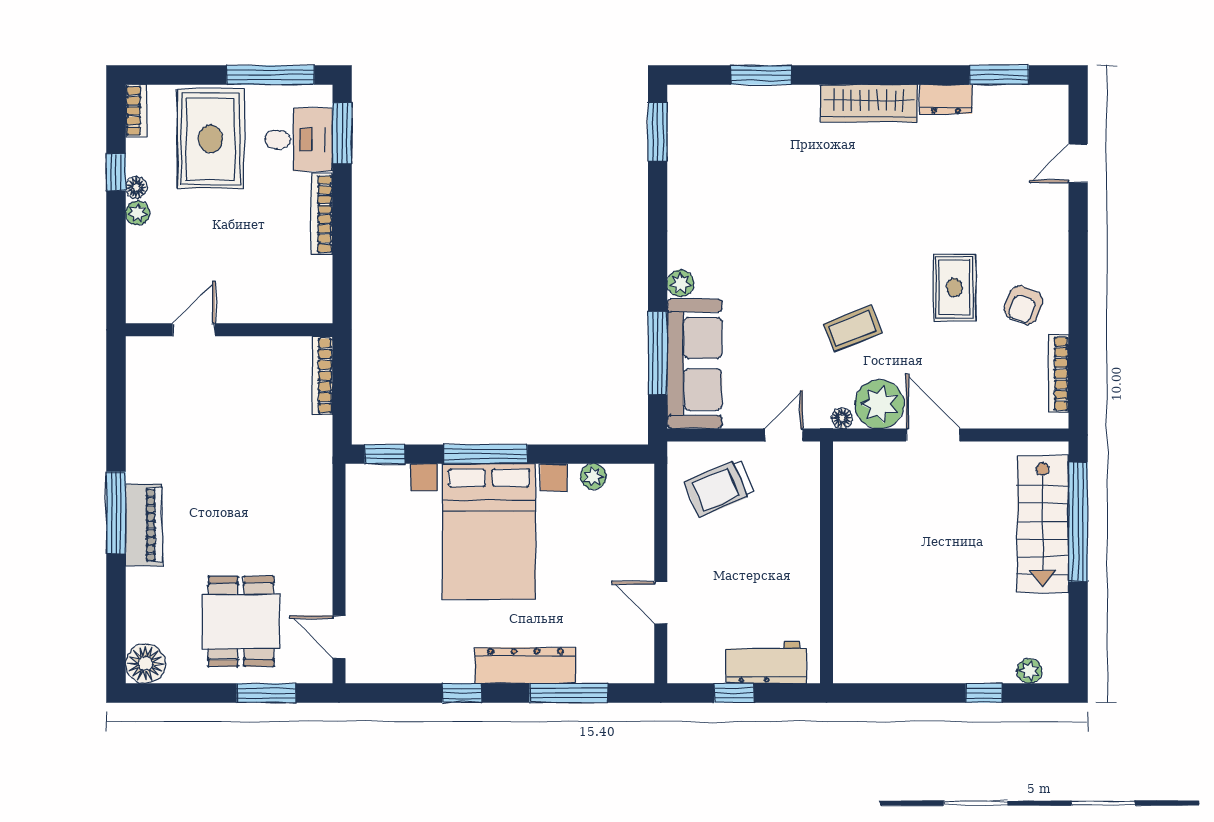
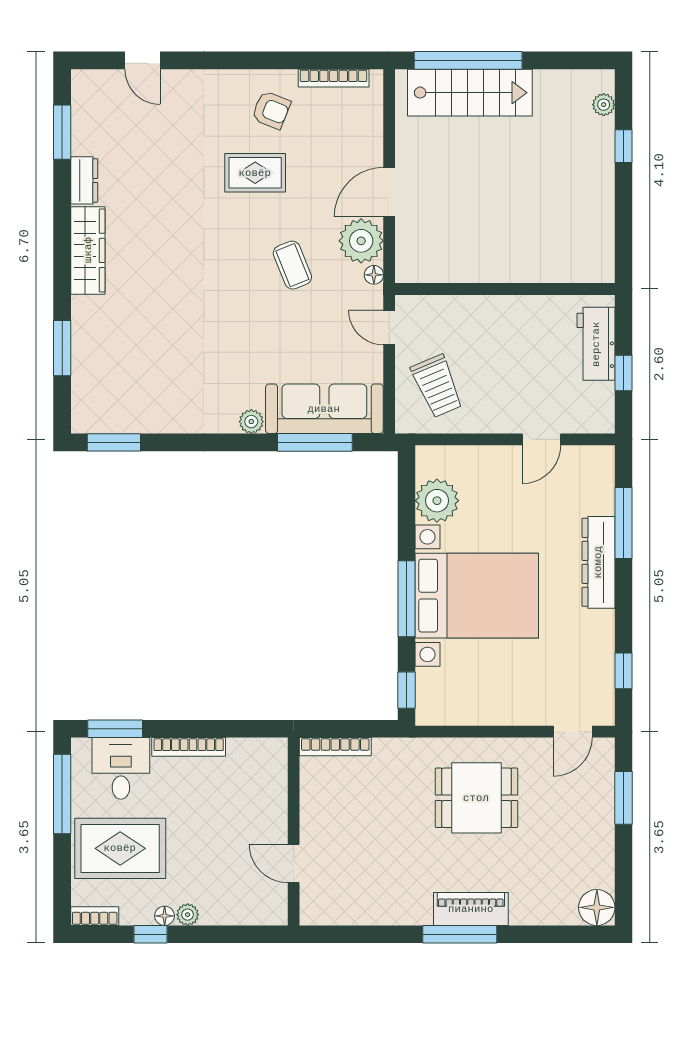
plant: (593, 476) -> (437, 501), width x1.88, depth x1.88
dining table: (241, 621) -> (476, 798), moved
window: (462, 693) -> (624, 671), moved

